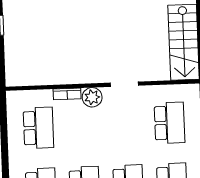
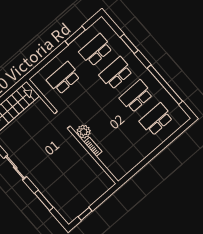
school desk: (38, 128) -> (124, 148), removed

